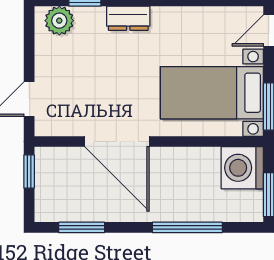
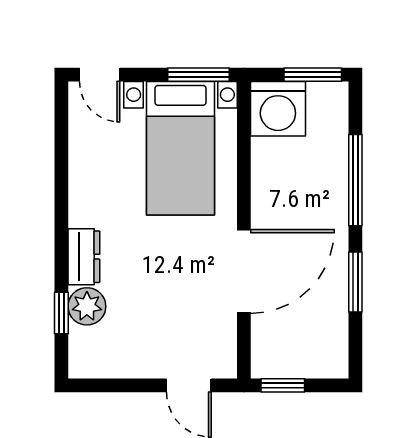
plant: (59, 21) -> (87, 306), moved
window: (82, 227) -> (355, 282), moved

